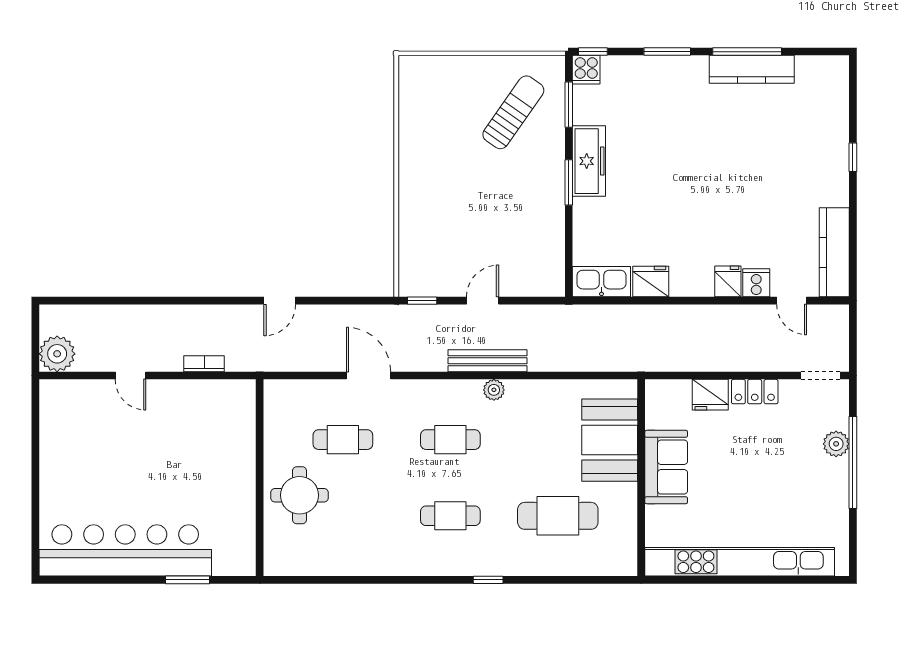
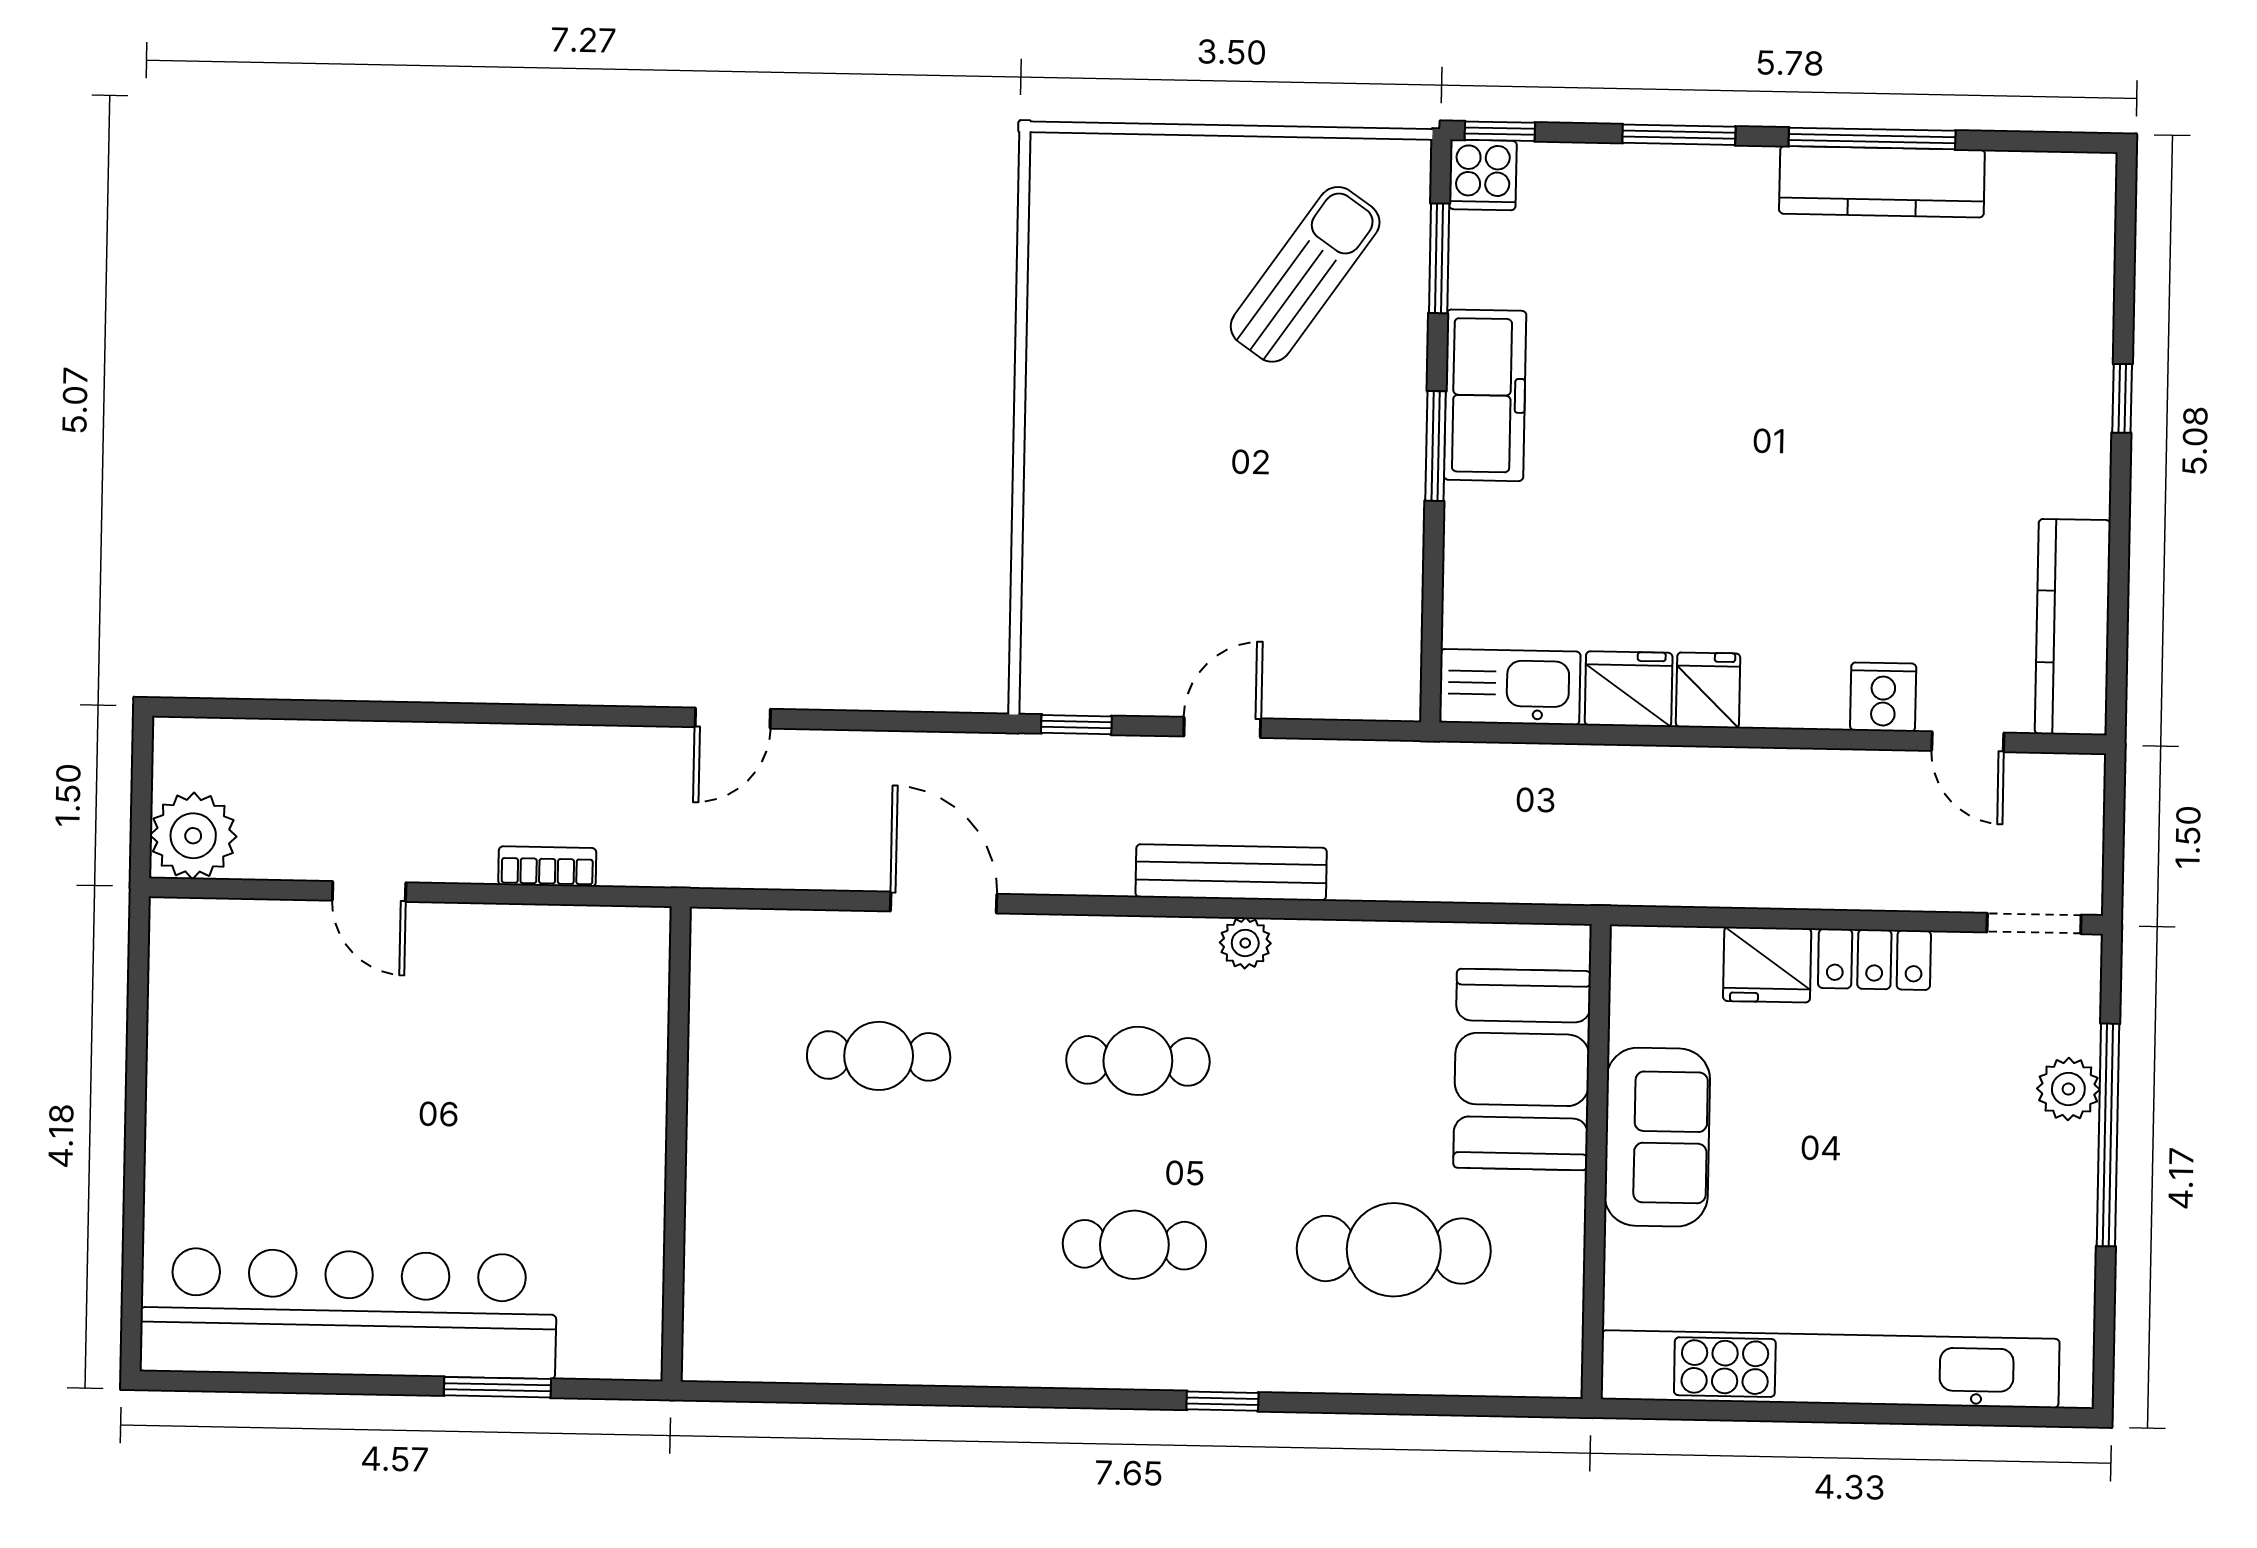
fridge: (728, 281) -> (1708, 690), moved
round table: (299, 495) -> (771, 1188), removed

